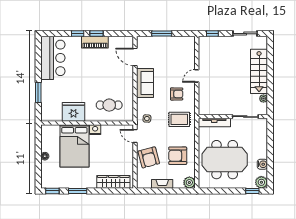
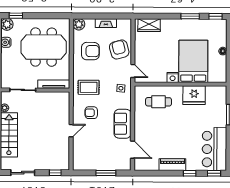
window: (97, 34) -> (214, 173), moved
wardrobe: (113, 182) -> (149, 25), width x0.67

